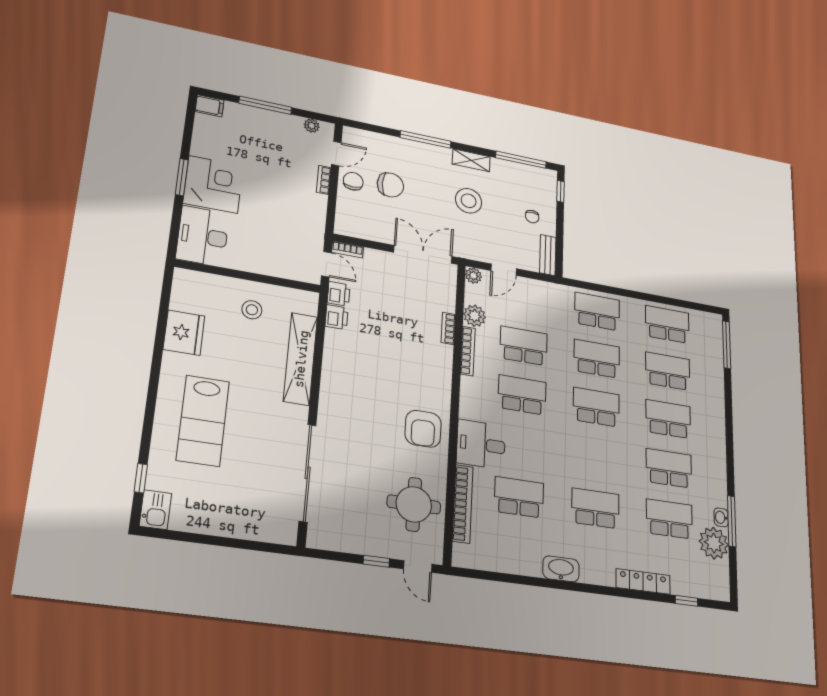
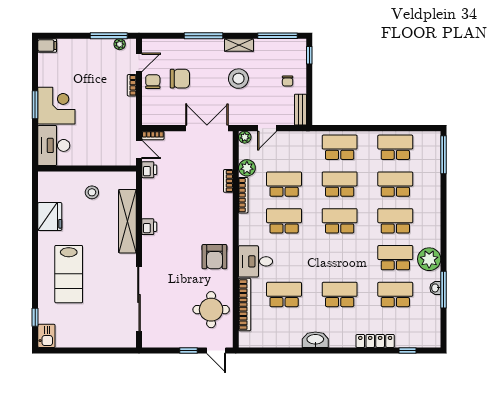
window: (265, 105) -> (109, 36), moved
printer: (337, 317) -> (149, 227), moved
plant: (714, 543) -> (429, 259), moved

